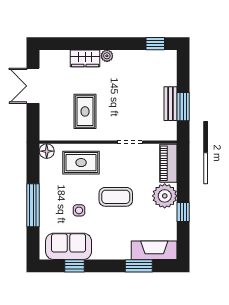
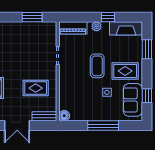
bench: (171, 104) -> (44, 116), moved
rug: (81, 163) -> (125, 71), moved, turned 90
plant: (165, 196) -> (96, 26), width x0.53, depth x0.53
fireplace: (154, 250) -> (126, 28), moved, turned -90

